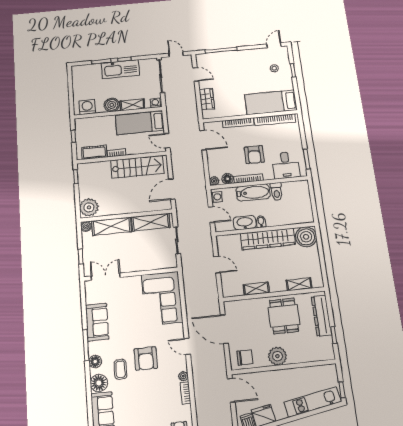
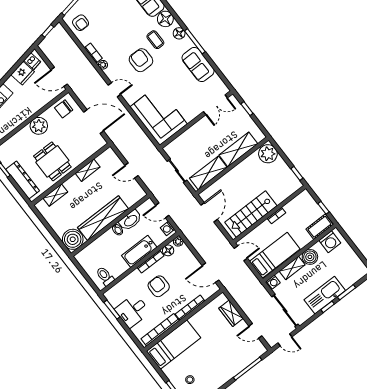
cot: (94, 152) -> (320, 227), moved
desk: (286, 165) -> (132, 311), moved, turned -90
toilet: (276, 191) -> (105, 276), moved
boiler: (86, 226) -> (259, 136), removed

